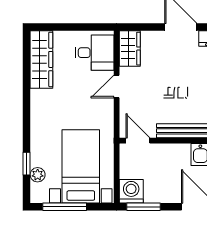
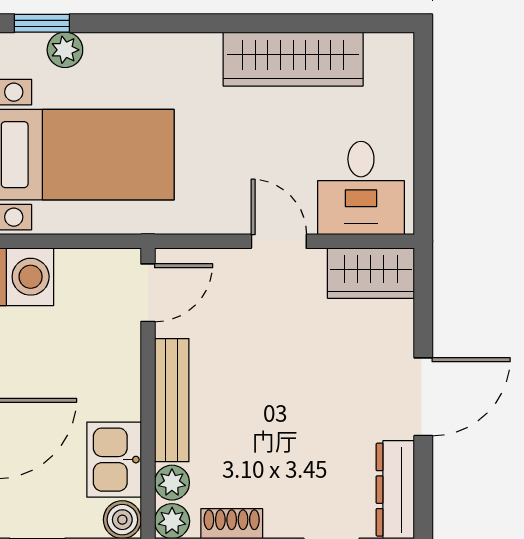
wardrobe: (41, 59) -> (293, 59), moved
window: (27, 164) -> (42, 23), moved

